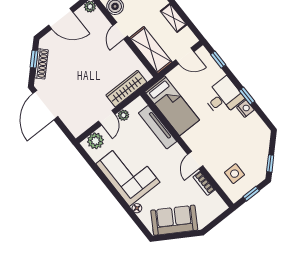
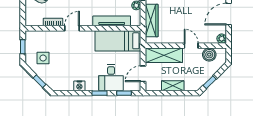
window: (247, 96) -> (99, 93), moved
desk: (223, 97) -> (111, 78), moved
door: (195, 160) -> (72, 28), hinge flipped
window: (270, 163) -> (40, 81), moved
side table: (235, 174) -> (43, 58), moved

